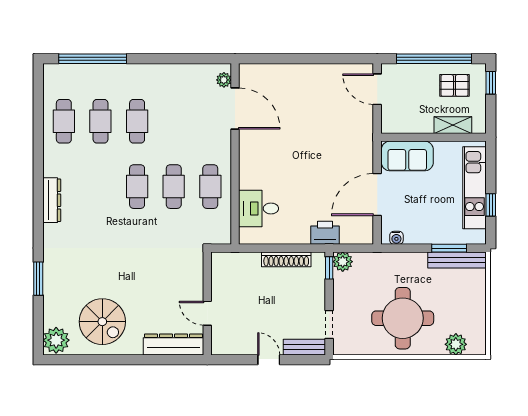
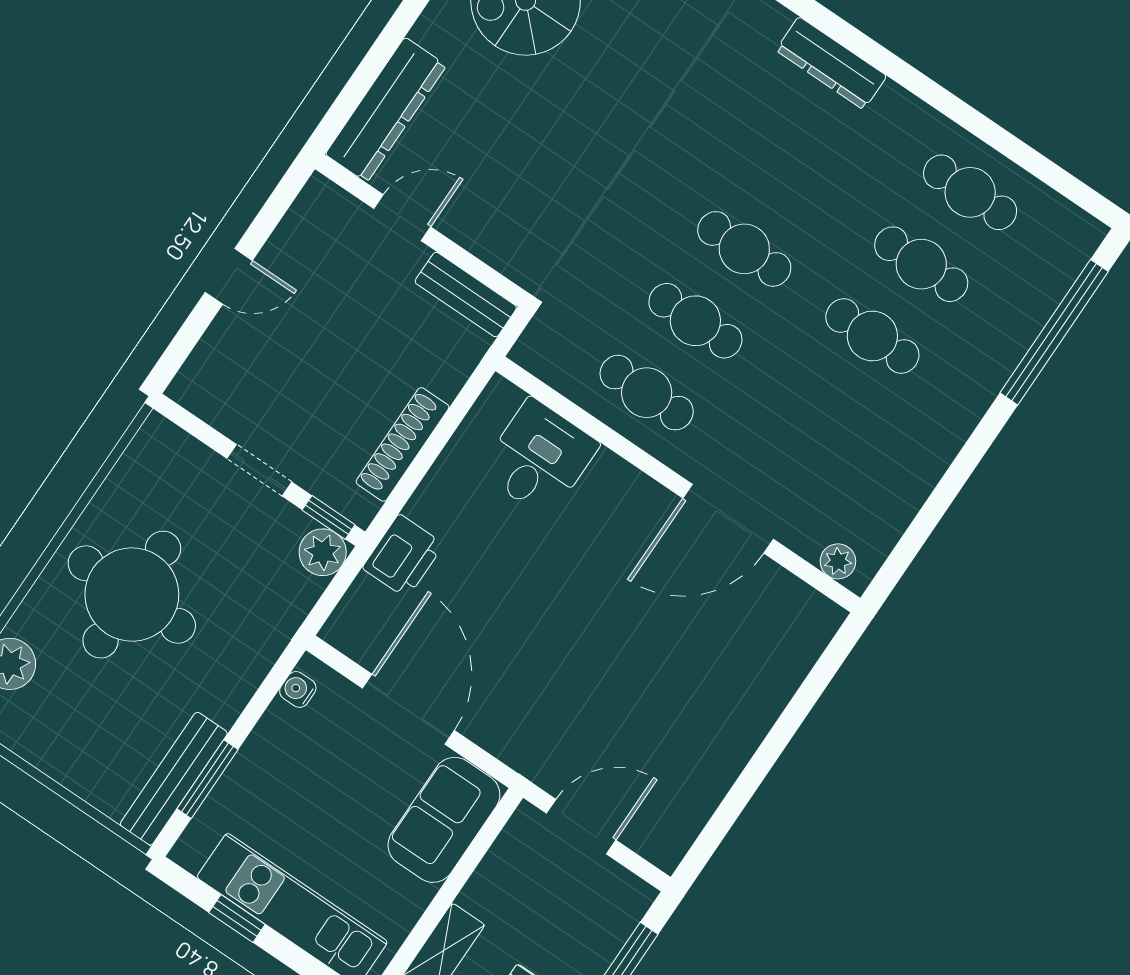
door: (377, 89) -> (581, 827), moved
door: (235, 108) -> (728, 519), moved
doorway: (329, 324) -> (259, 470), moved
bench: (304, 347) -> (466, 295), moved, turned 90

